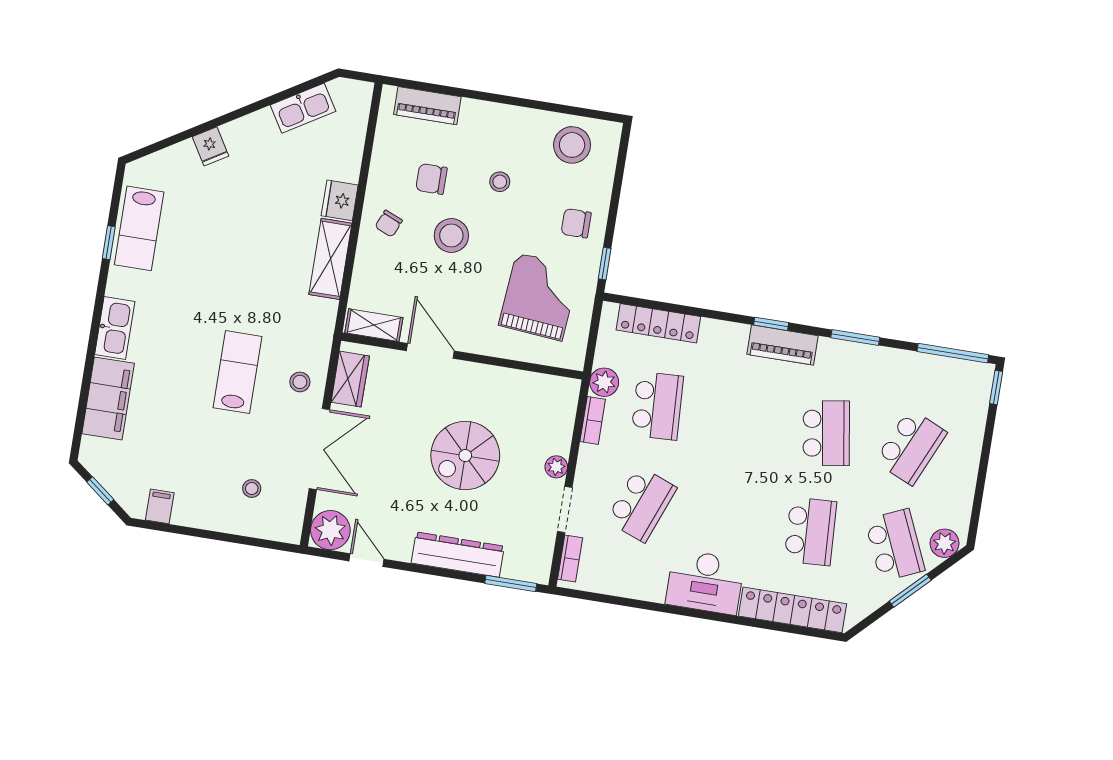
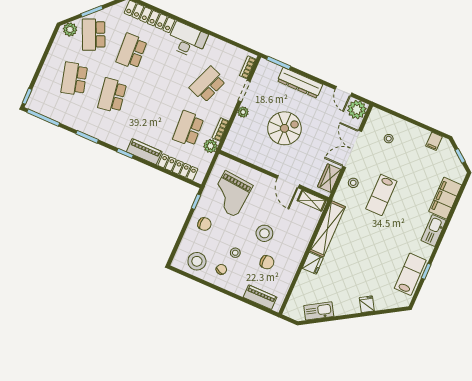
chair: (389, 224) -> (221, 269), moved
shelving: (330, 259) -> (328, 229), width x1.47
piano: (782, 345) -> (144, 152), moved
school desk: (911, 447) -> (74, 79), turned -39

